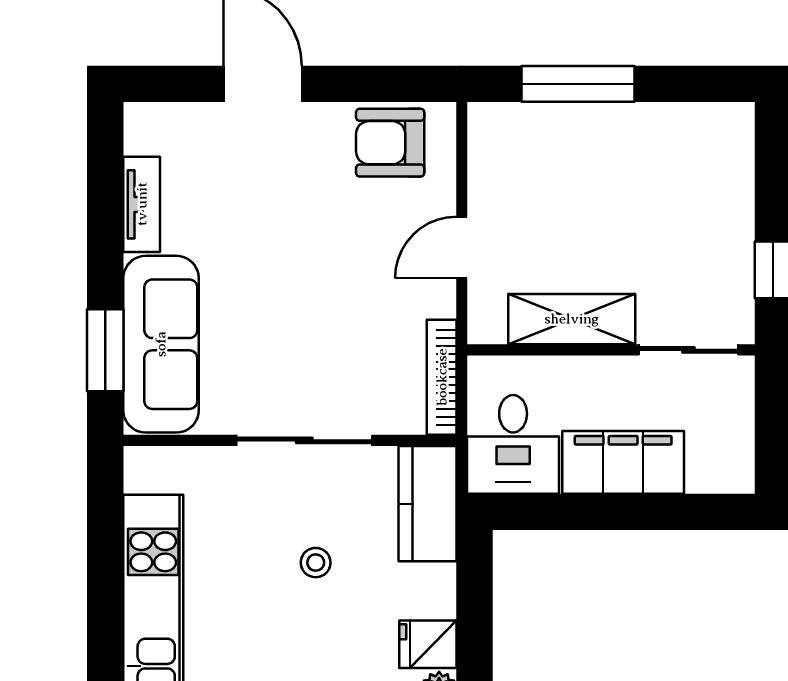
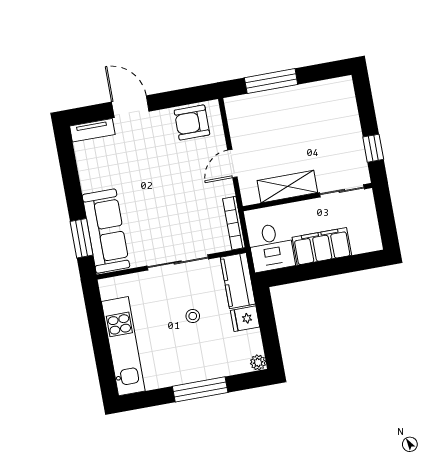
tv unit: (142, 204) -> (92, 130), moved, turned 90
fridge: (428, 644) -> (245, 319), moved

